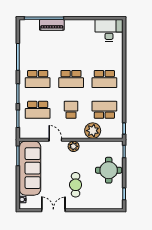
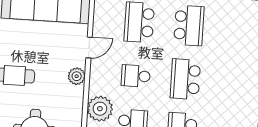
school desk: (38, 79) -> (189, 25), turned 180
school desk: (71, 110) -> (136, 76), turned 180

